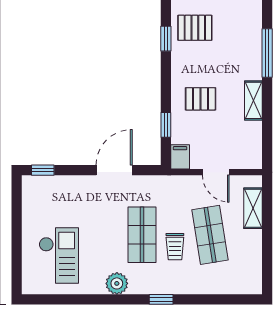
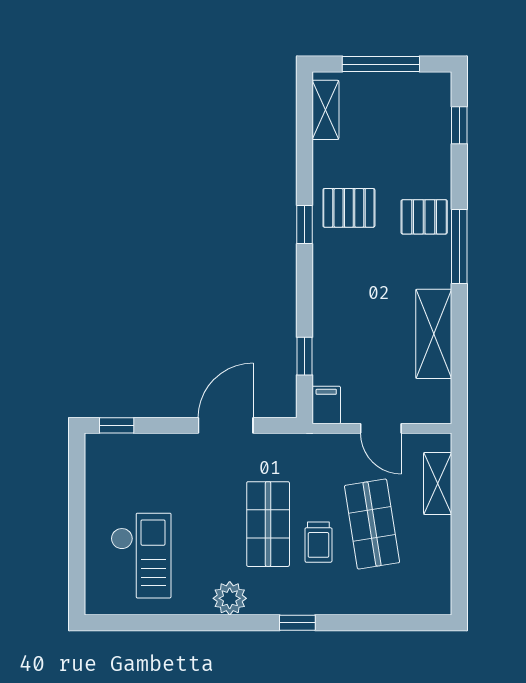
pallet: (201, 99) -> (424, 217), moved
shelving: (253, 100) -> (434, 334), width x1.50, depth x1.33

